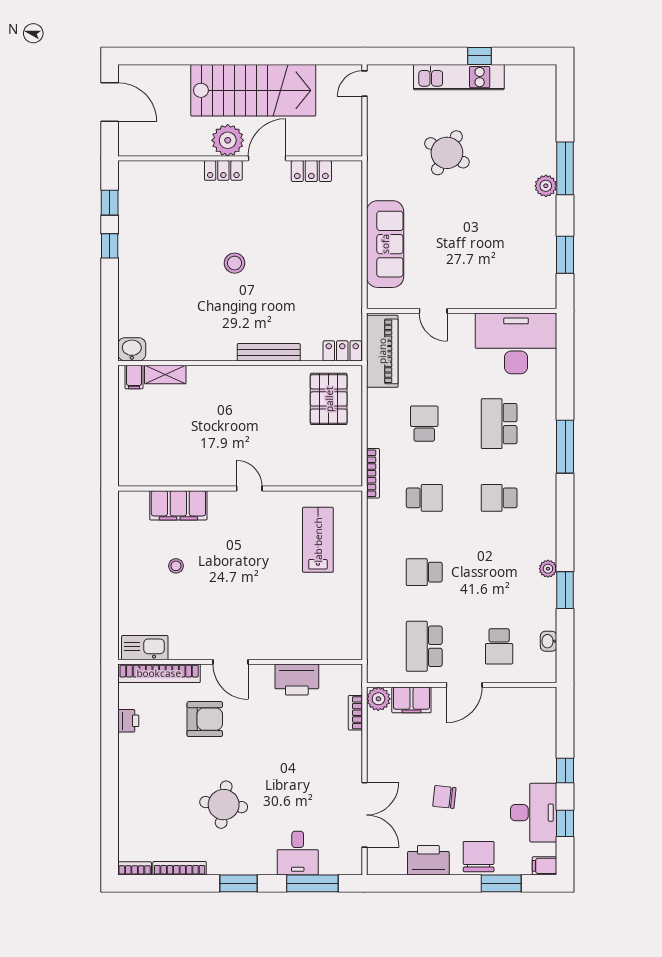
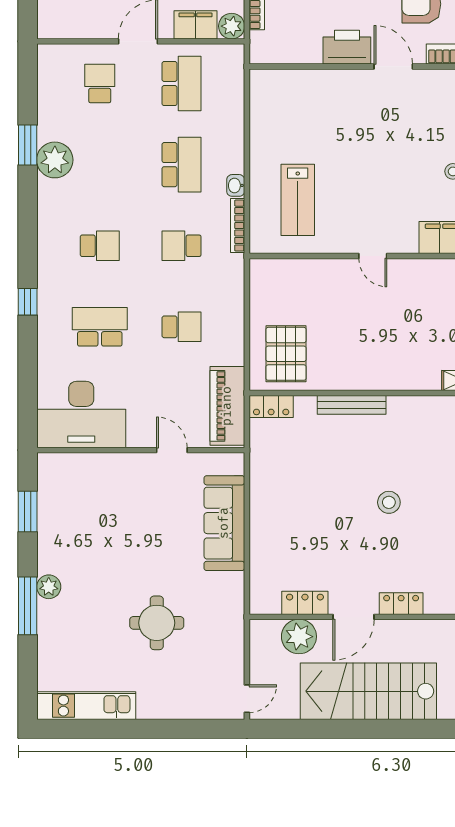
window: (479, 56) -> (121, 729), removed
kitchen unit: (459, 77) -> (86, 706), moved
plant: (228, 140) -> (299, 637), moved
round table: (447, 153) -> (157, 623), turned -30
school desk: (424, 424) -> (182, 327), turned -90
school desk: (499, 424) -> (100, 327), turned -90
window: (565, 447) -> (28, 302), width x0.46
bookcase: (373, 473) -> (238, 226), moved
plant: (548, 569) -> (55, 160), width x1.87, depth x1.87
school desk: (424, 572) -> (182, 165), width x1.85
washbasin: (549, 641) -> (236, 185), moved, turned 180
printer: (297, 680) -> (347, 47), moved

